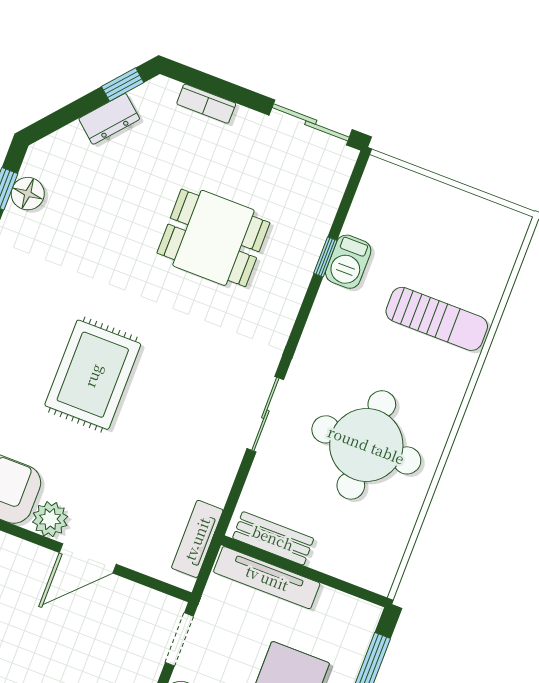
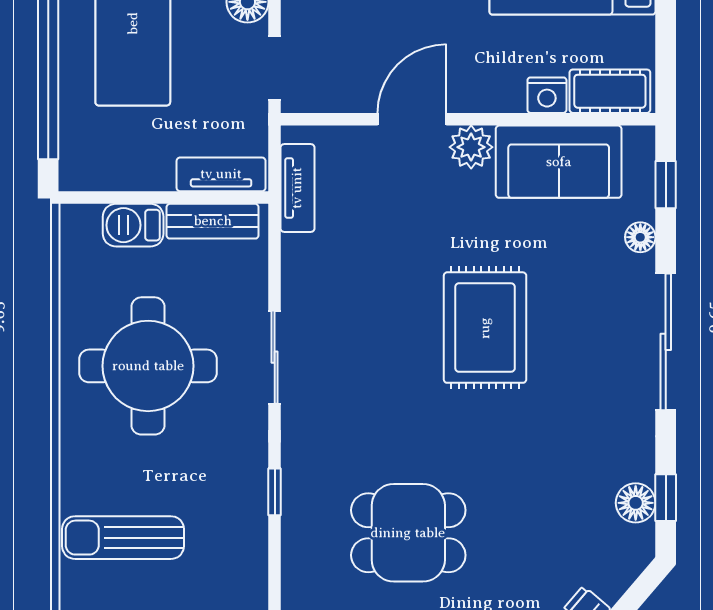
window: (325, 257) -> (275, 492), moved
barbecue: (348, 262) -> (133, 225), moved, turned -90
tv unit: (267, 578) -> (221, 174), width x0.71

